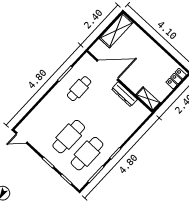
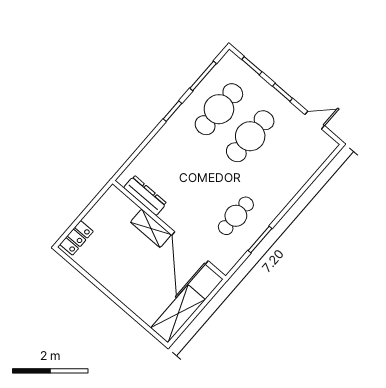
door: (108, 70) -> (190, 248), hinge flipped
dresser: (124, 94) -> (145, 195), moved
shelving: (148, 99) -> (151, 228), moved
door: (22, 138) -> (315, 120), moved

